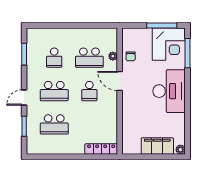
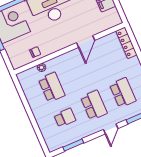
door: (120, 81) -> (86, 42), moved
school desk: (89, 91) -> (81, 75), removed
door: (24, 97) -> (111, 129), hinge flipped

